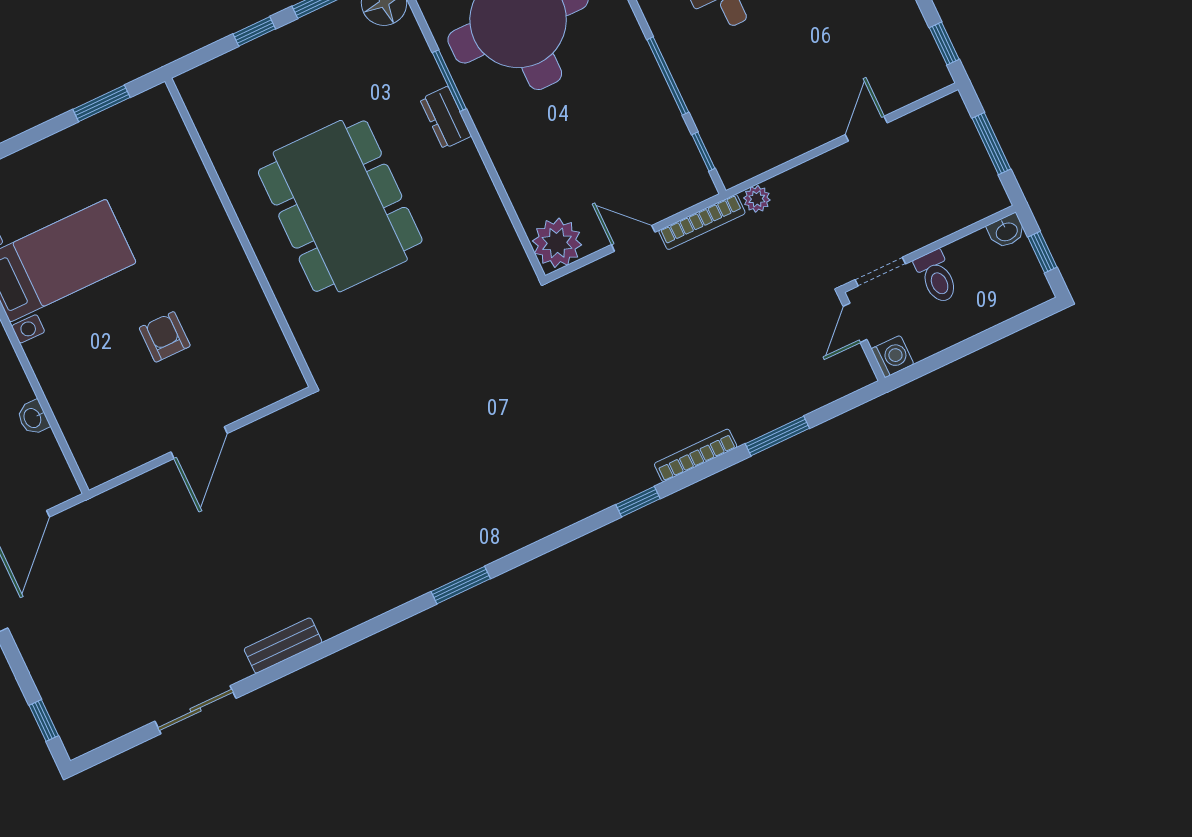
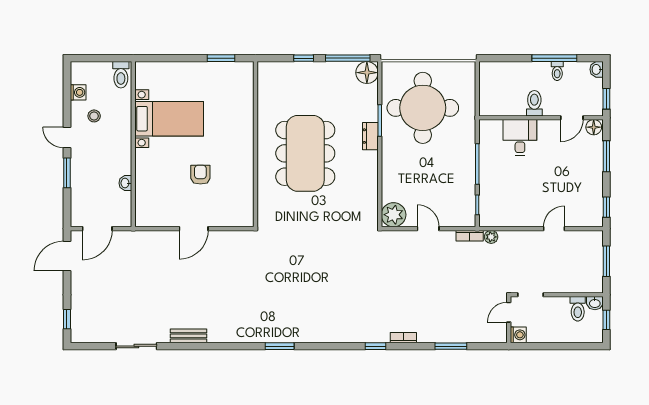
bookcase: (702, 222) -> (470, 236), width x0.64
toilet: (937, 277) -> (578, 309), moved
bookcase: (696, 455) -> (403, 338), width x0.64

